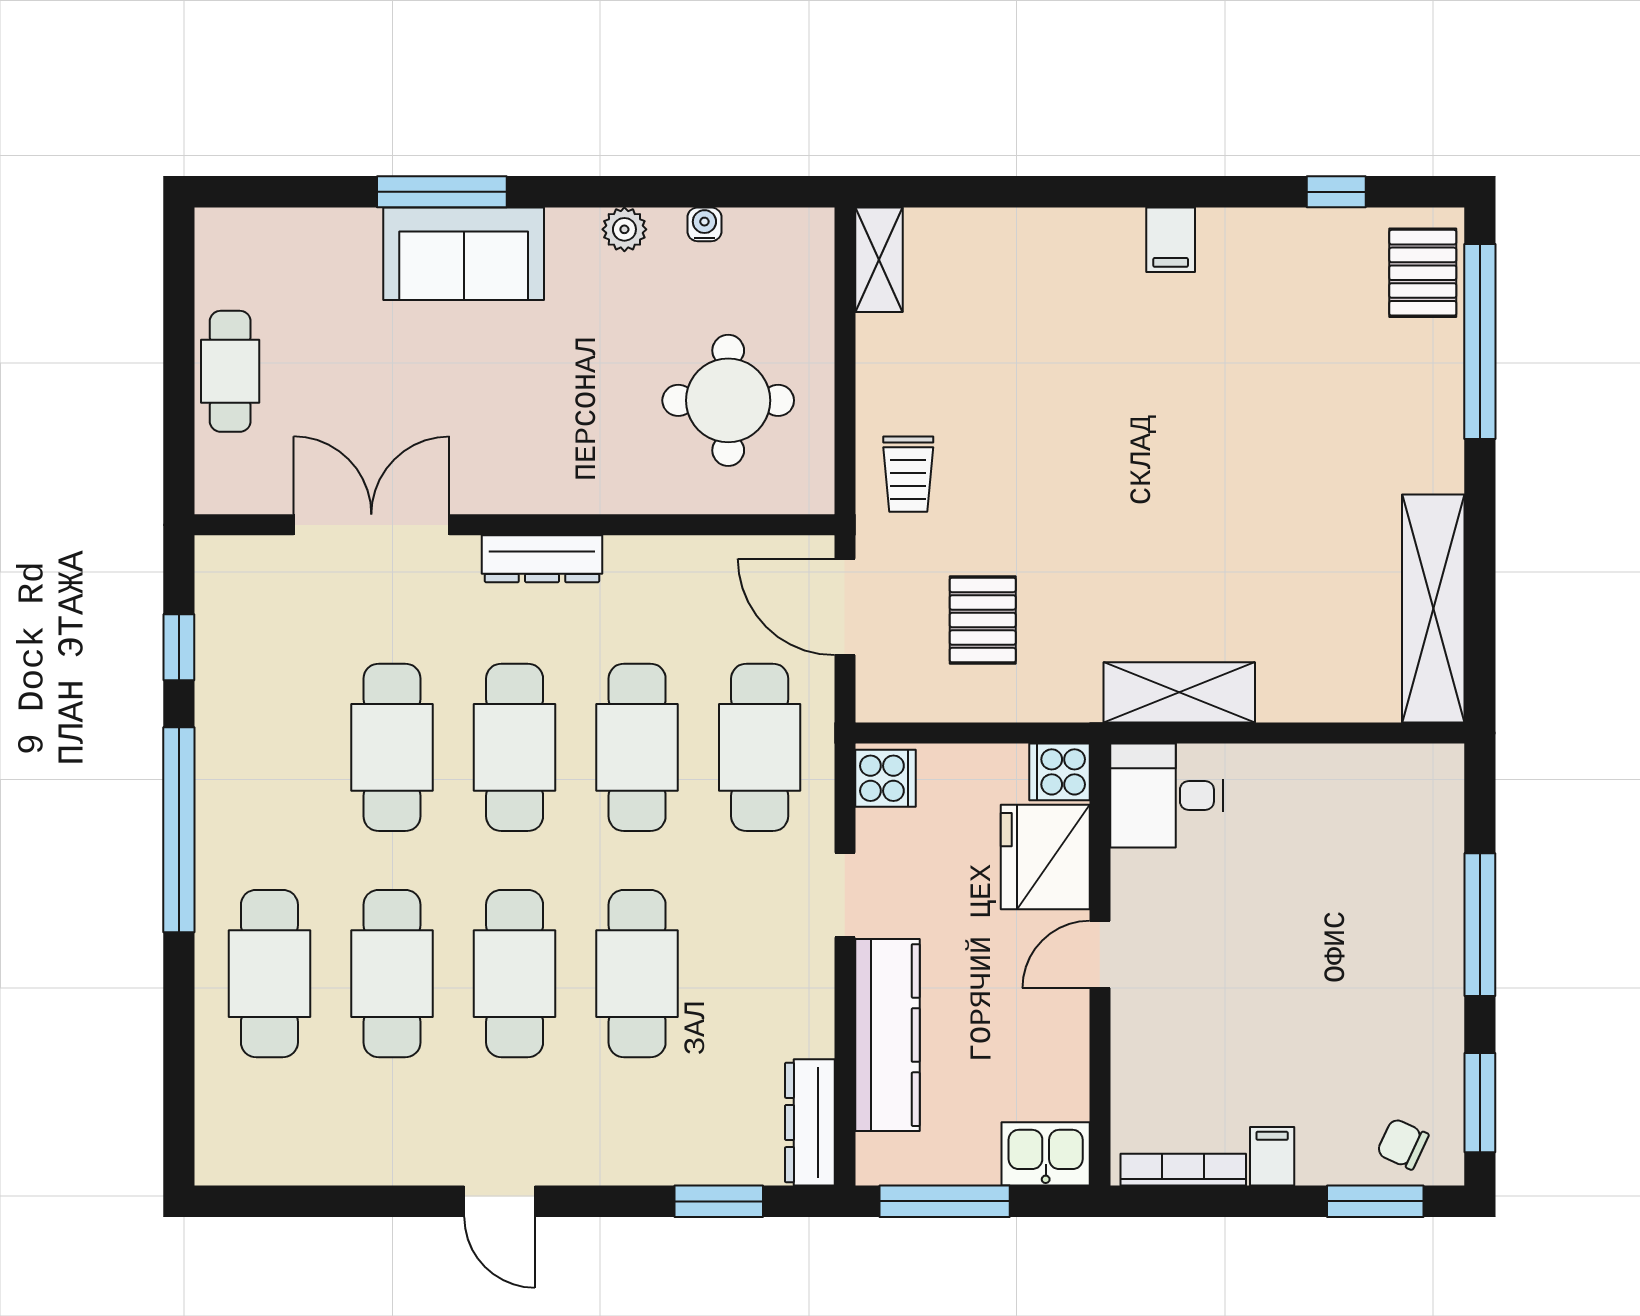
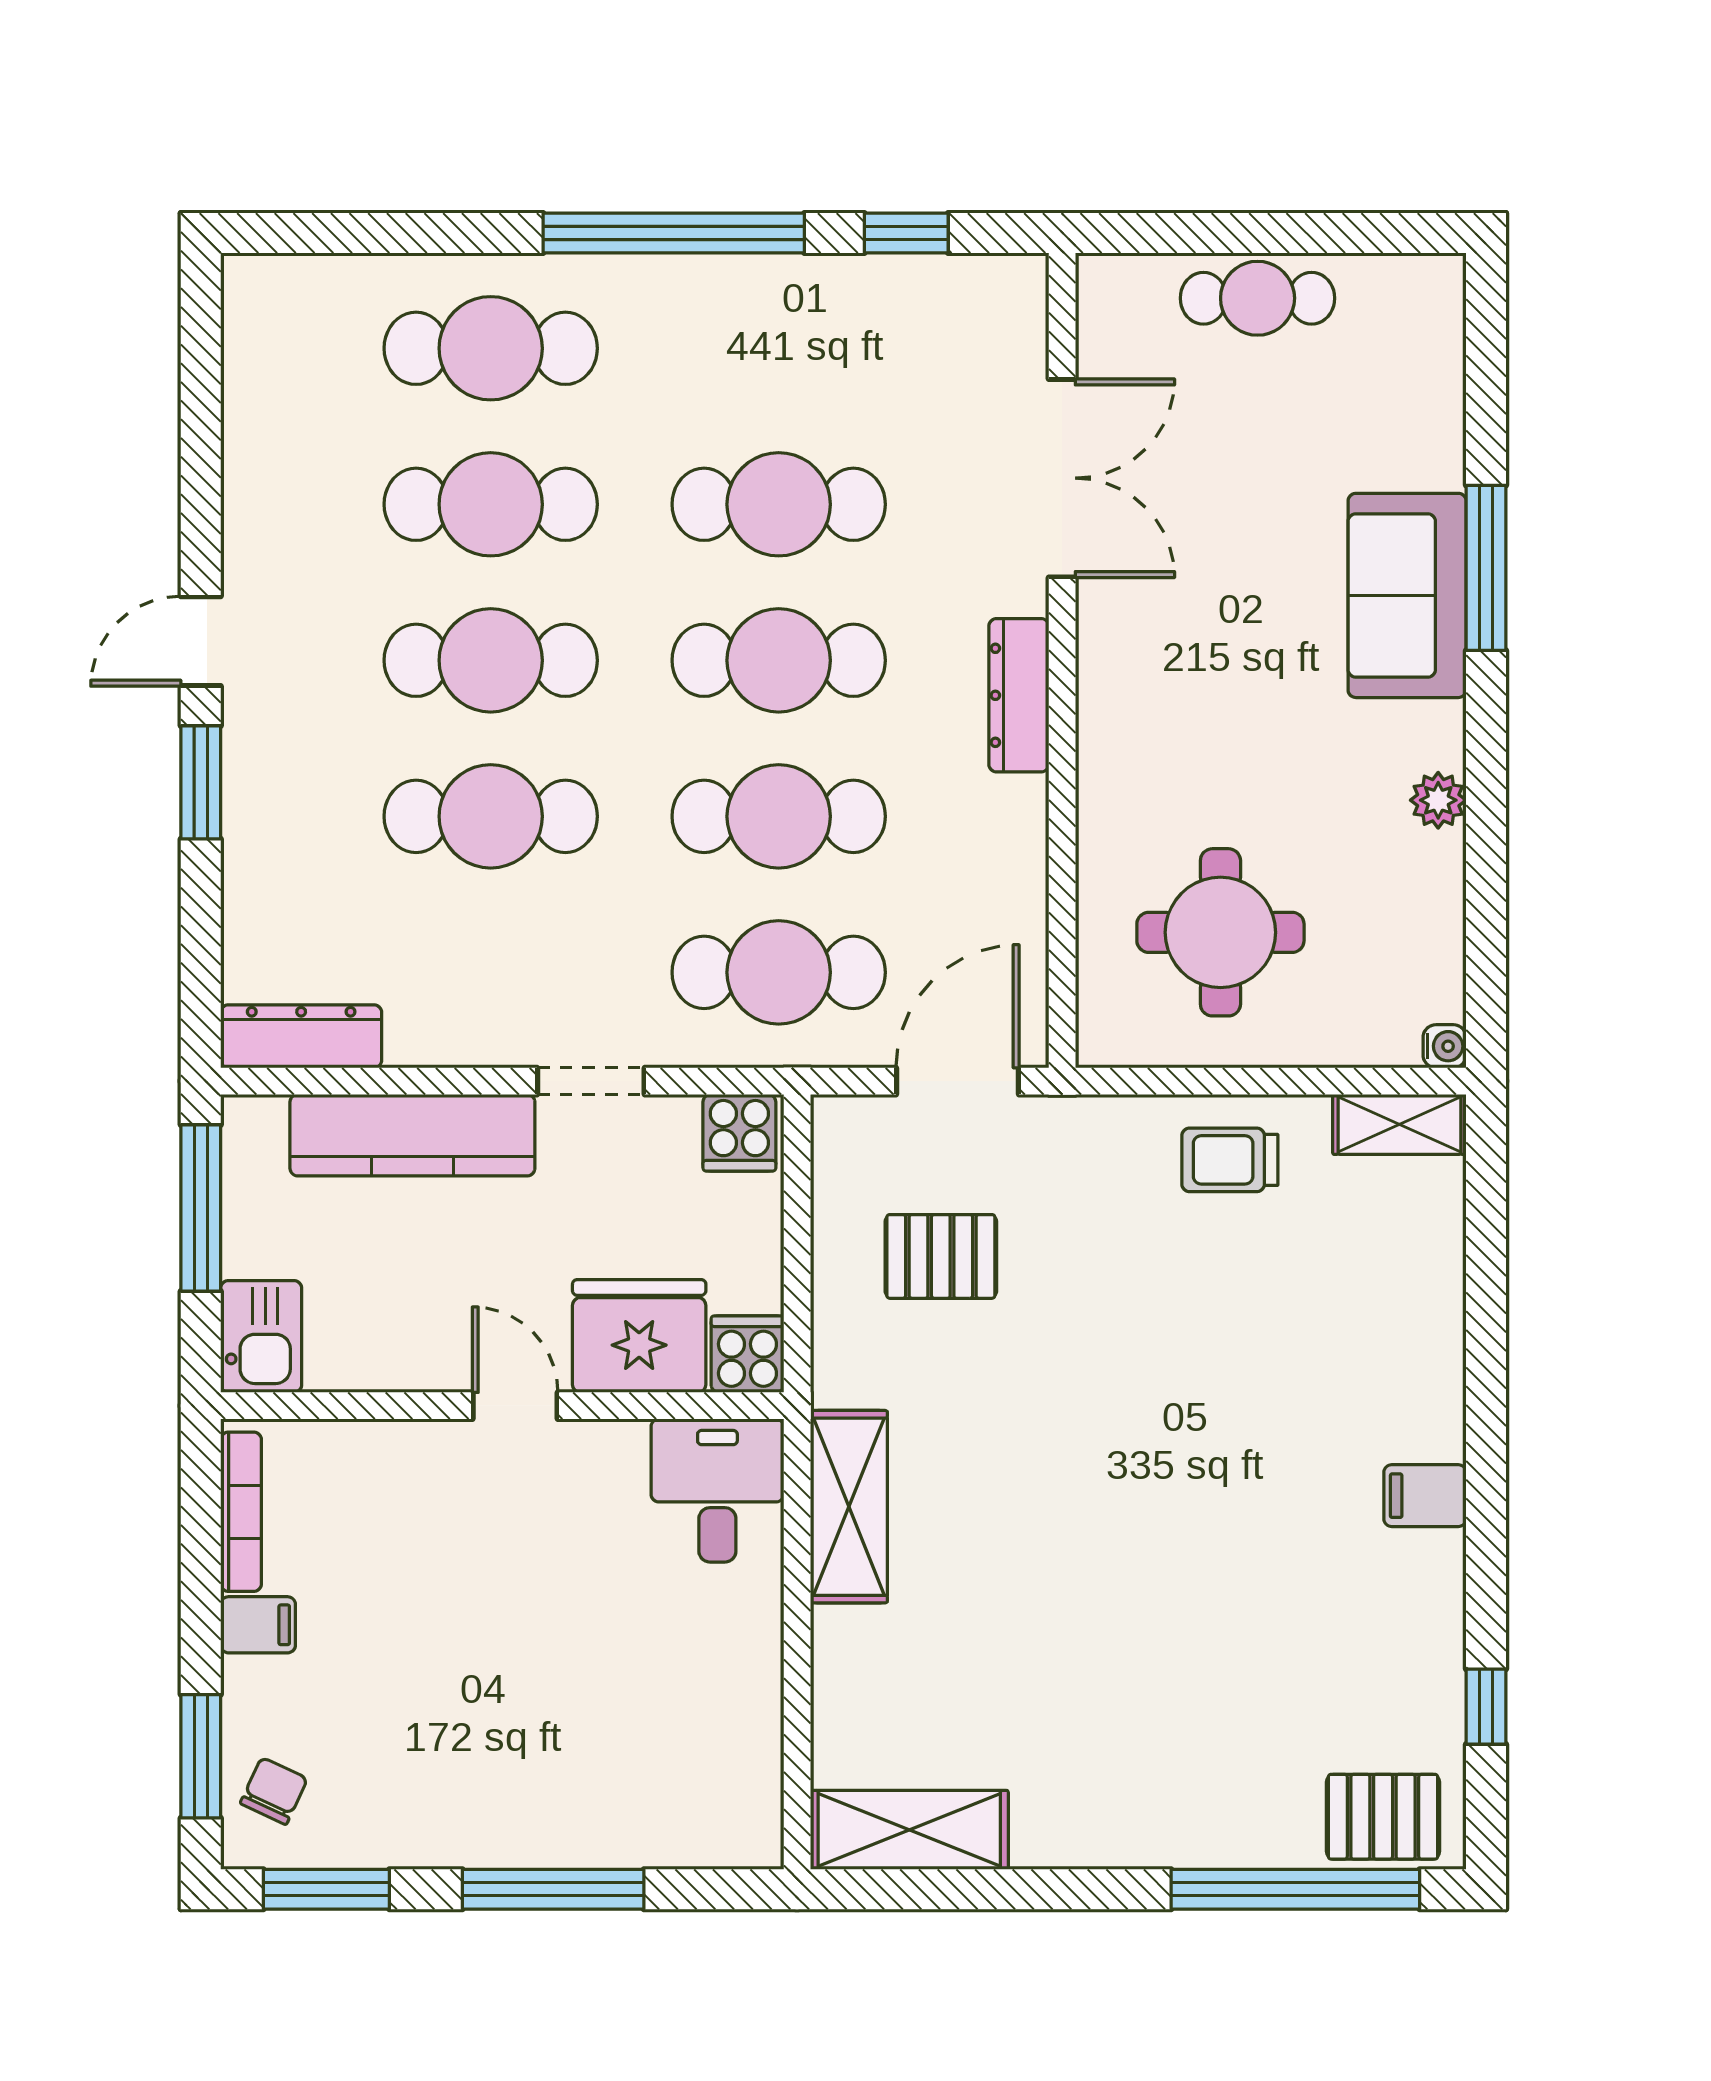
water cooler: (704, 224) -> (1445, 1046), moved
trolley: (908, 474) -> (1230, 1160), moved
shelving: (1433, 609) -> (909, 1830), width x0.68
window: (719, 1201) -> (201, 782), moved

